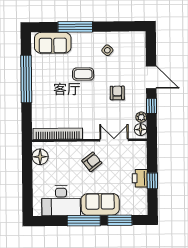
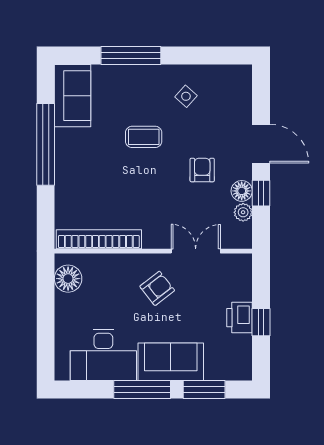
sofa: (53, 43) -> (72, 96), moved, turned -90
floor lamp: (141, 130) -> (242, 191), moved

